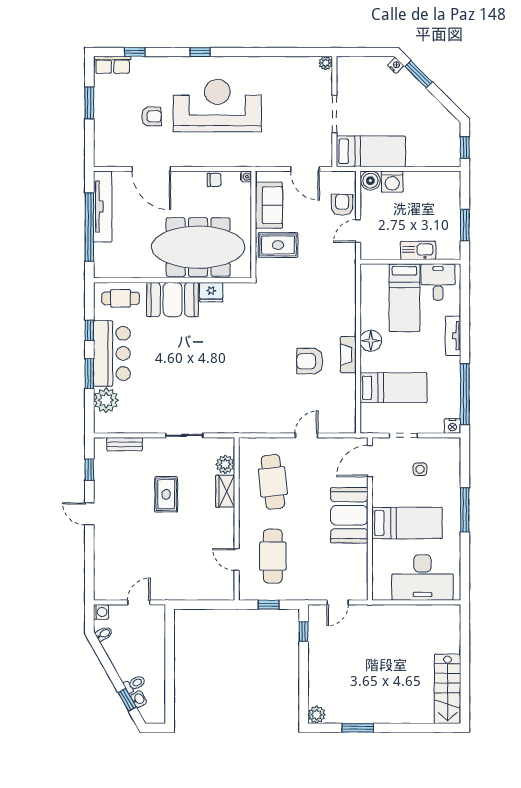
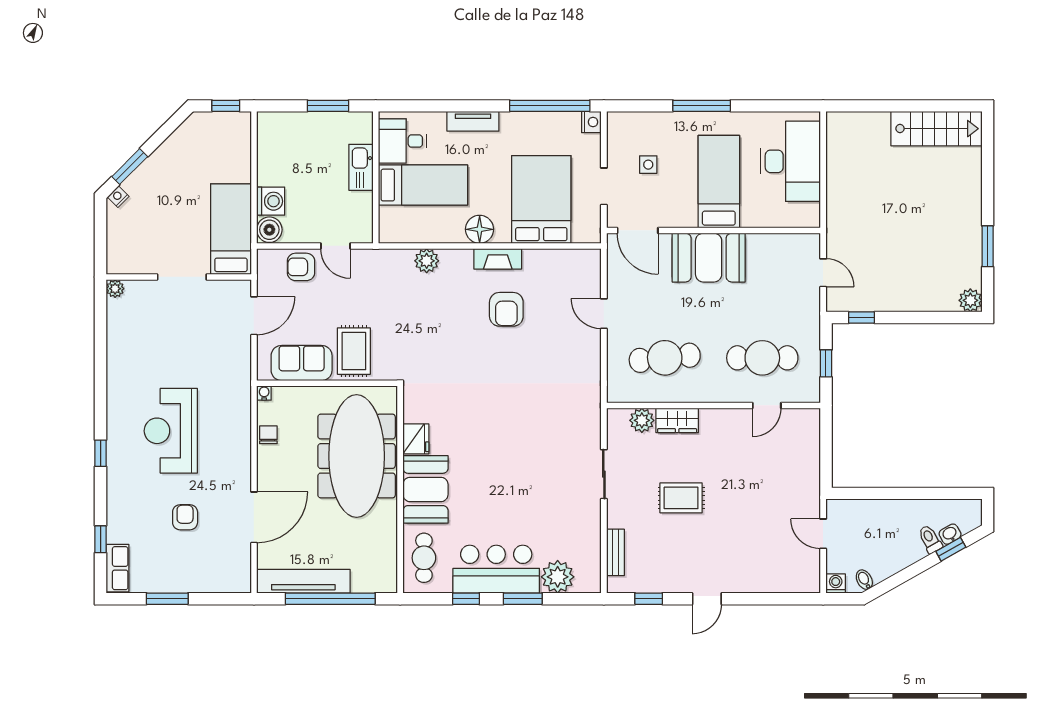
reception desk: (217, 106) -> (171, 431), width x0.74, depth x0.77
plant: (347, 300) -> (427, 261), added
bed: (393, 388) -> (541, 199), width x1.50

